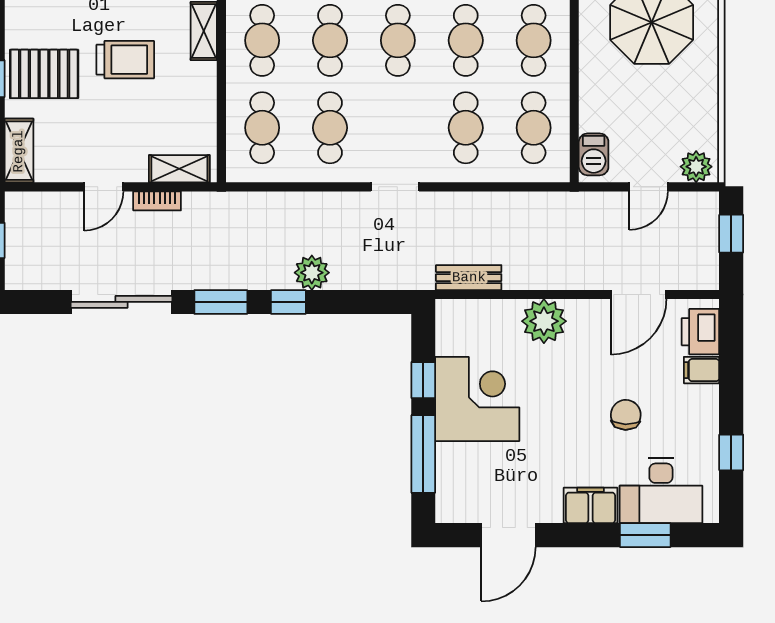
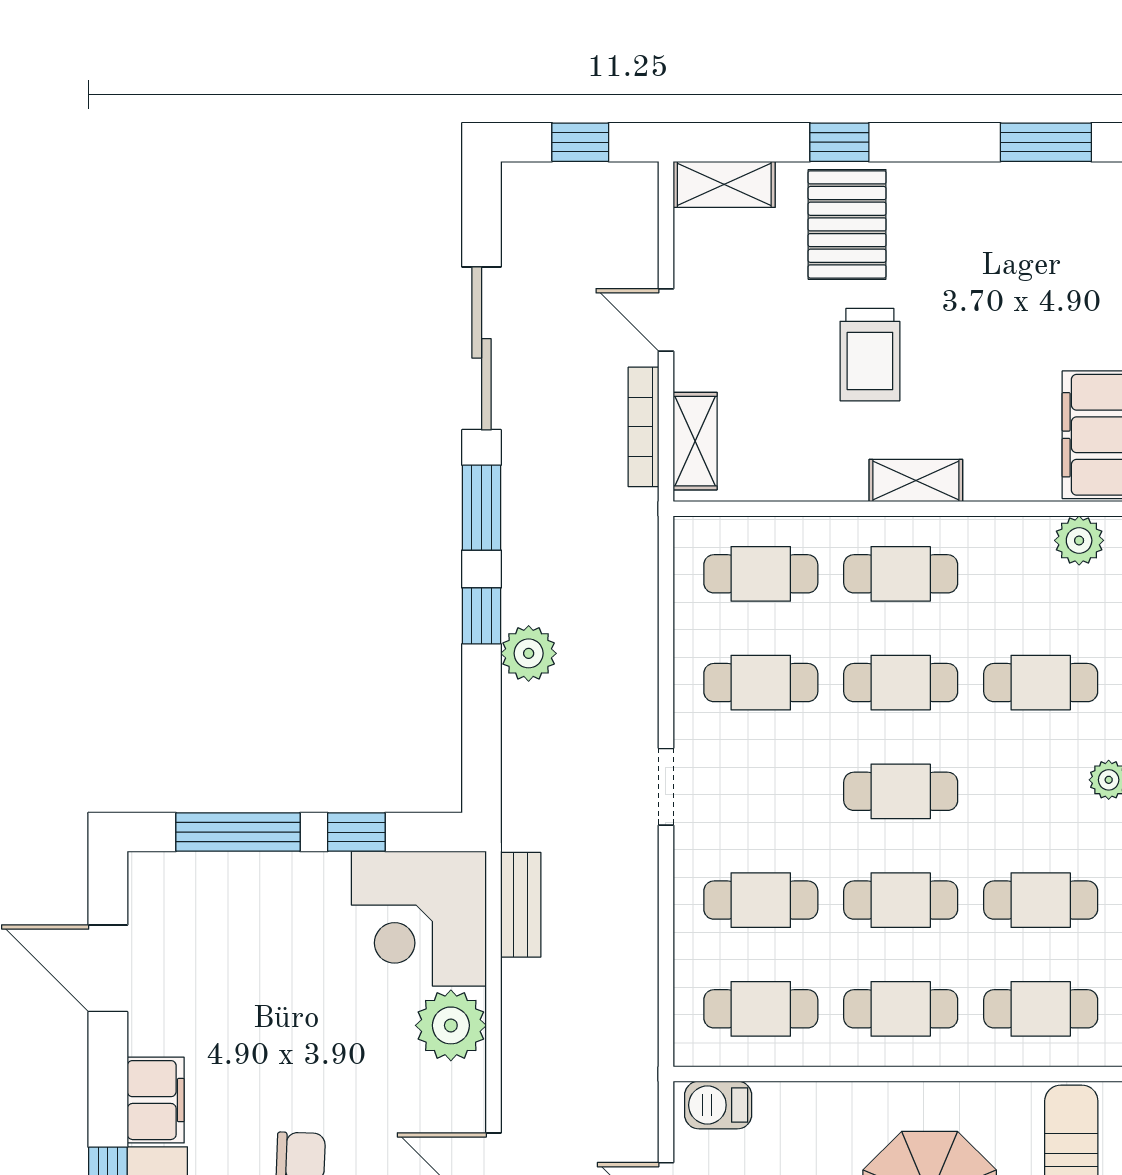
bookcase: (157, 201) -> (644, 427), width x1.56
corner desk: (477, 399) -> (419, 919), moved, turned 90

